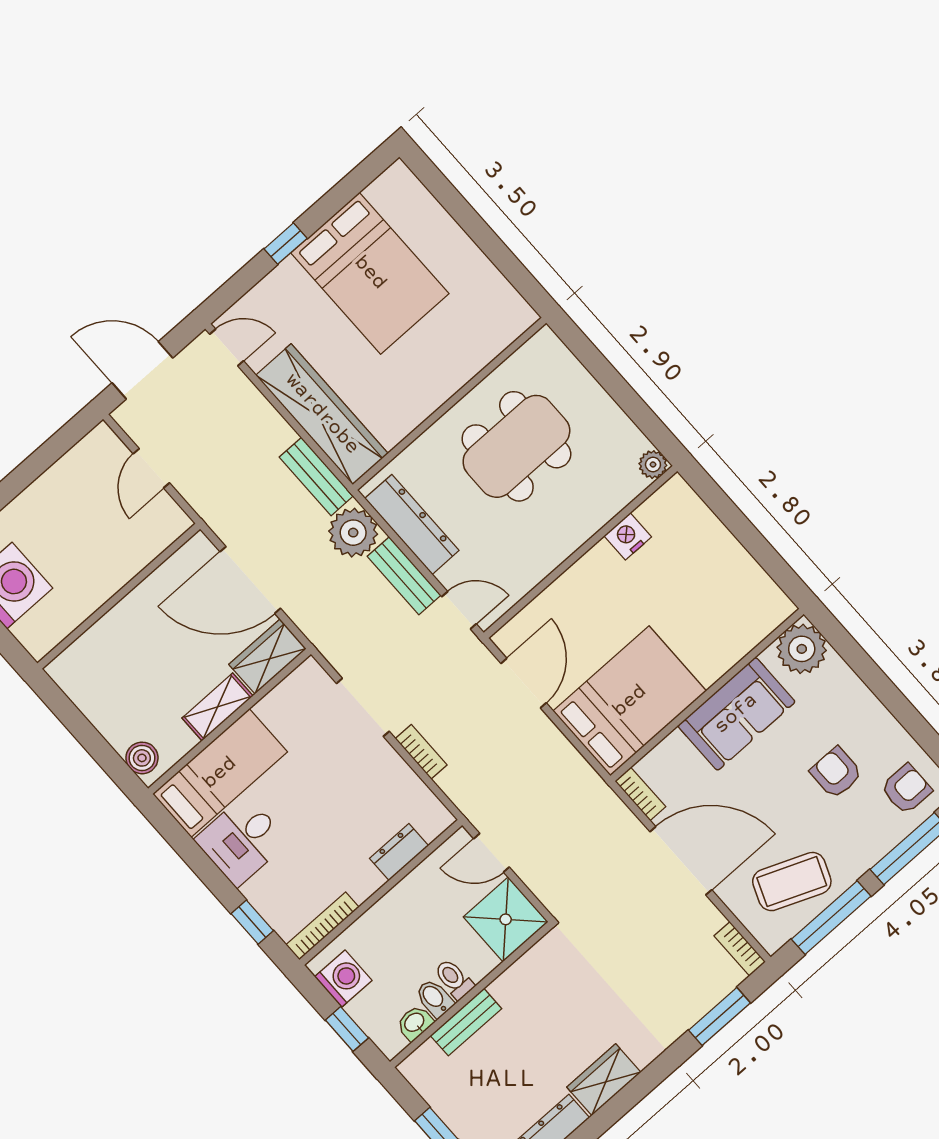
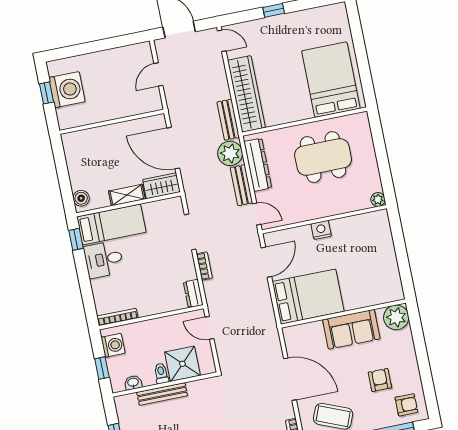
bed: (370, 273) -> (331, 80), moved, turned 180
nightstand: (628, 536) -> (321, 230), moved
bookcase: (640, 794) -> (289, 340), removed
dresser: (399, 852) -> (193, 293), moved, turned -90
shower: (506, 919) -> (182, 364), moved
window: (252, 922) -> (76, 239), moved
bidet: (435, 998) -> (148, 377), removed
bench: (466, 1022) -> (162, 394), width x1.36

